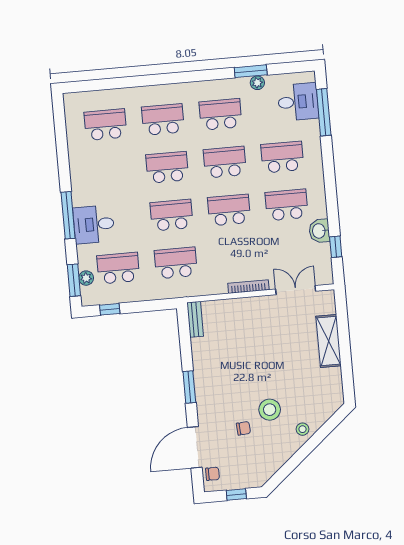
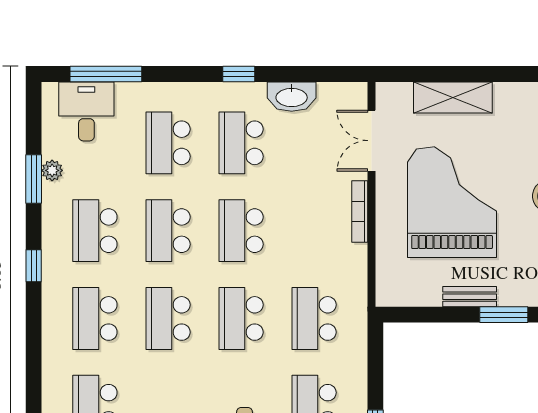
window: (194, 76) -> (34, 266), added
washbasin: (319, 231) -> (292, 97), width x1.38
window: (336, 247) -> (239, 74), moved
bench: (195, 319) -> (470, 297), moved
grand piano: (260, 347) -> (452, 202), added

